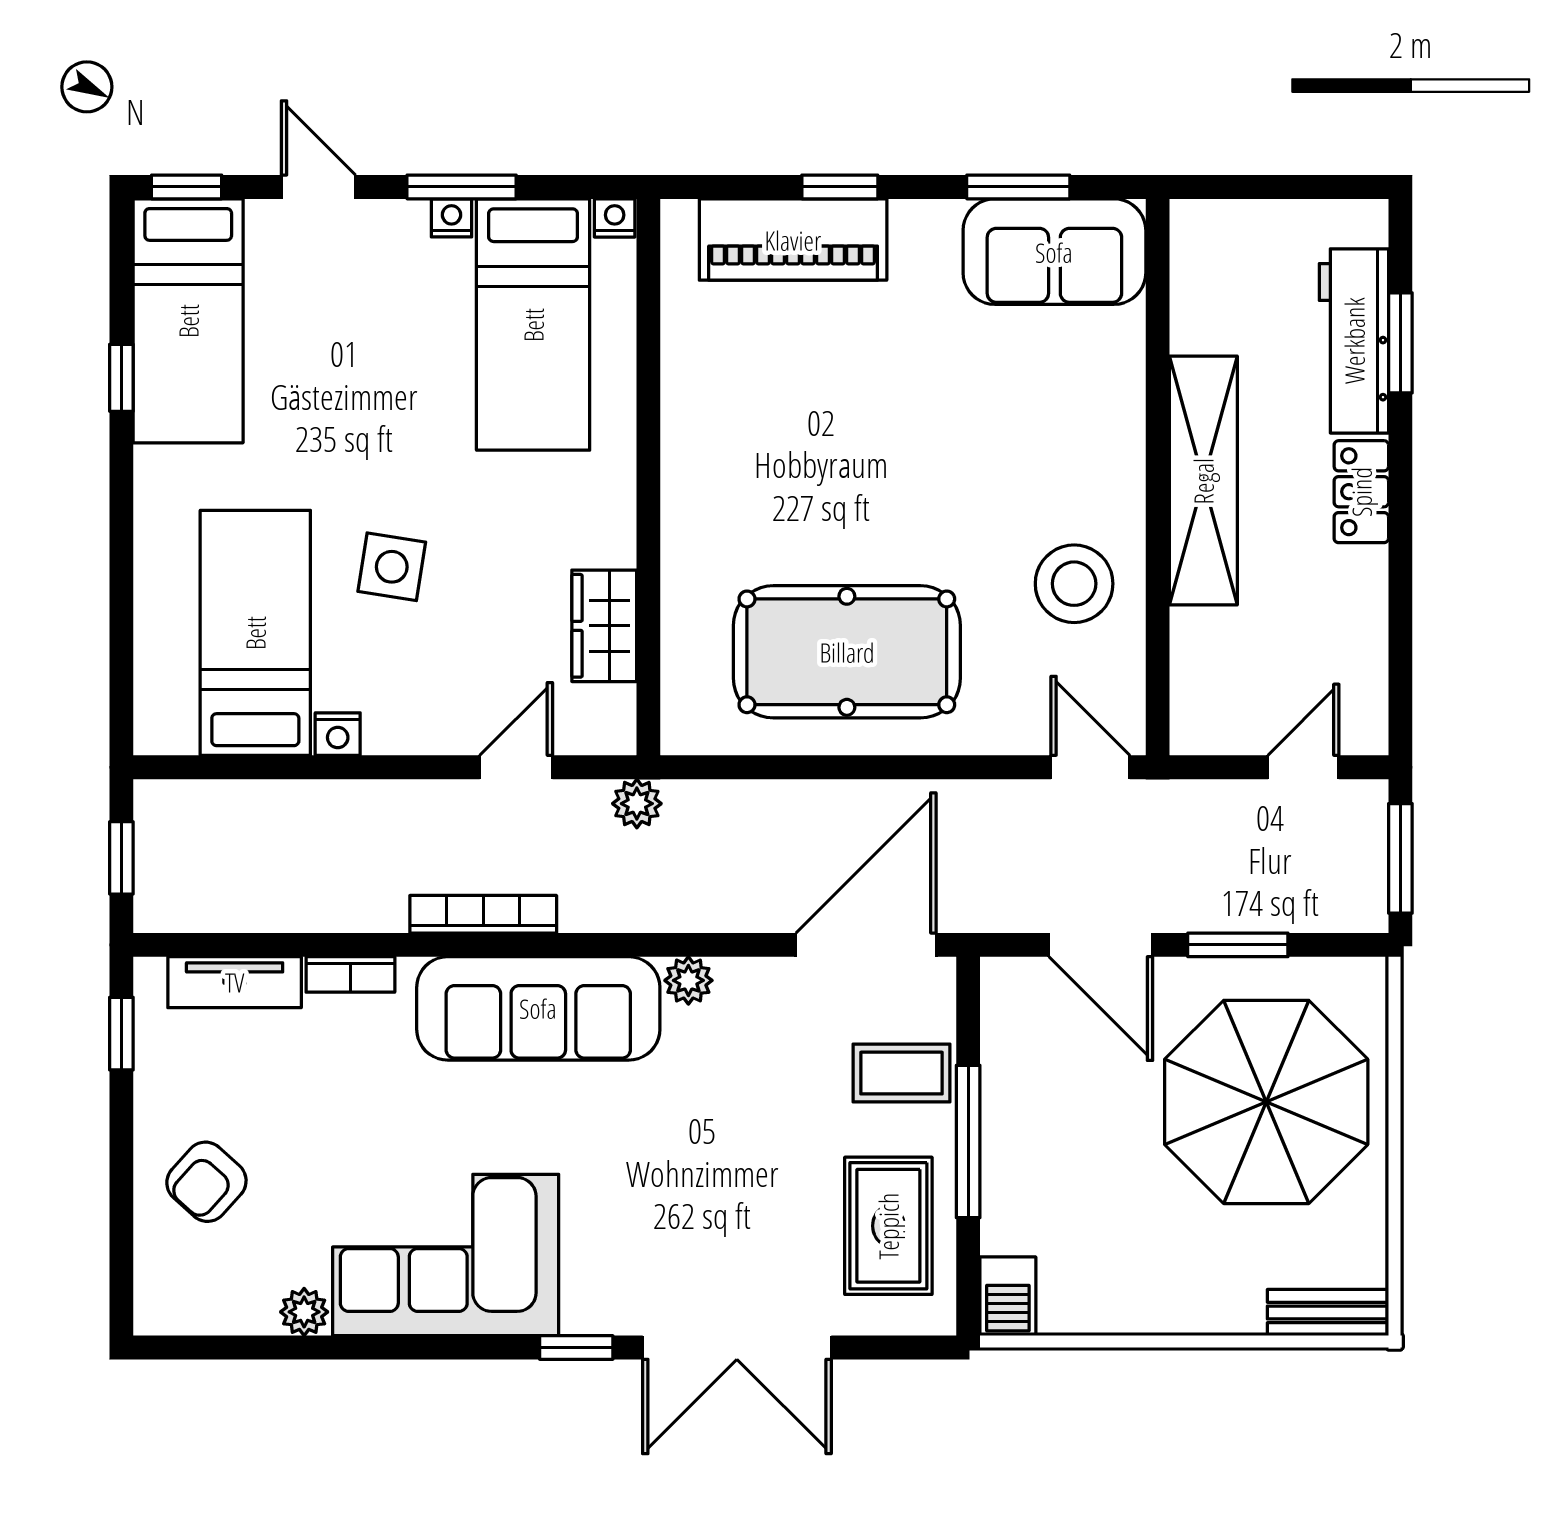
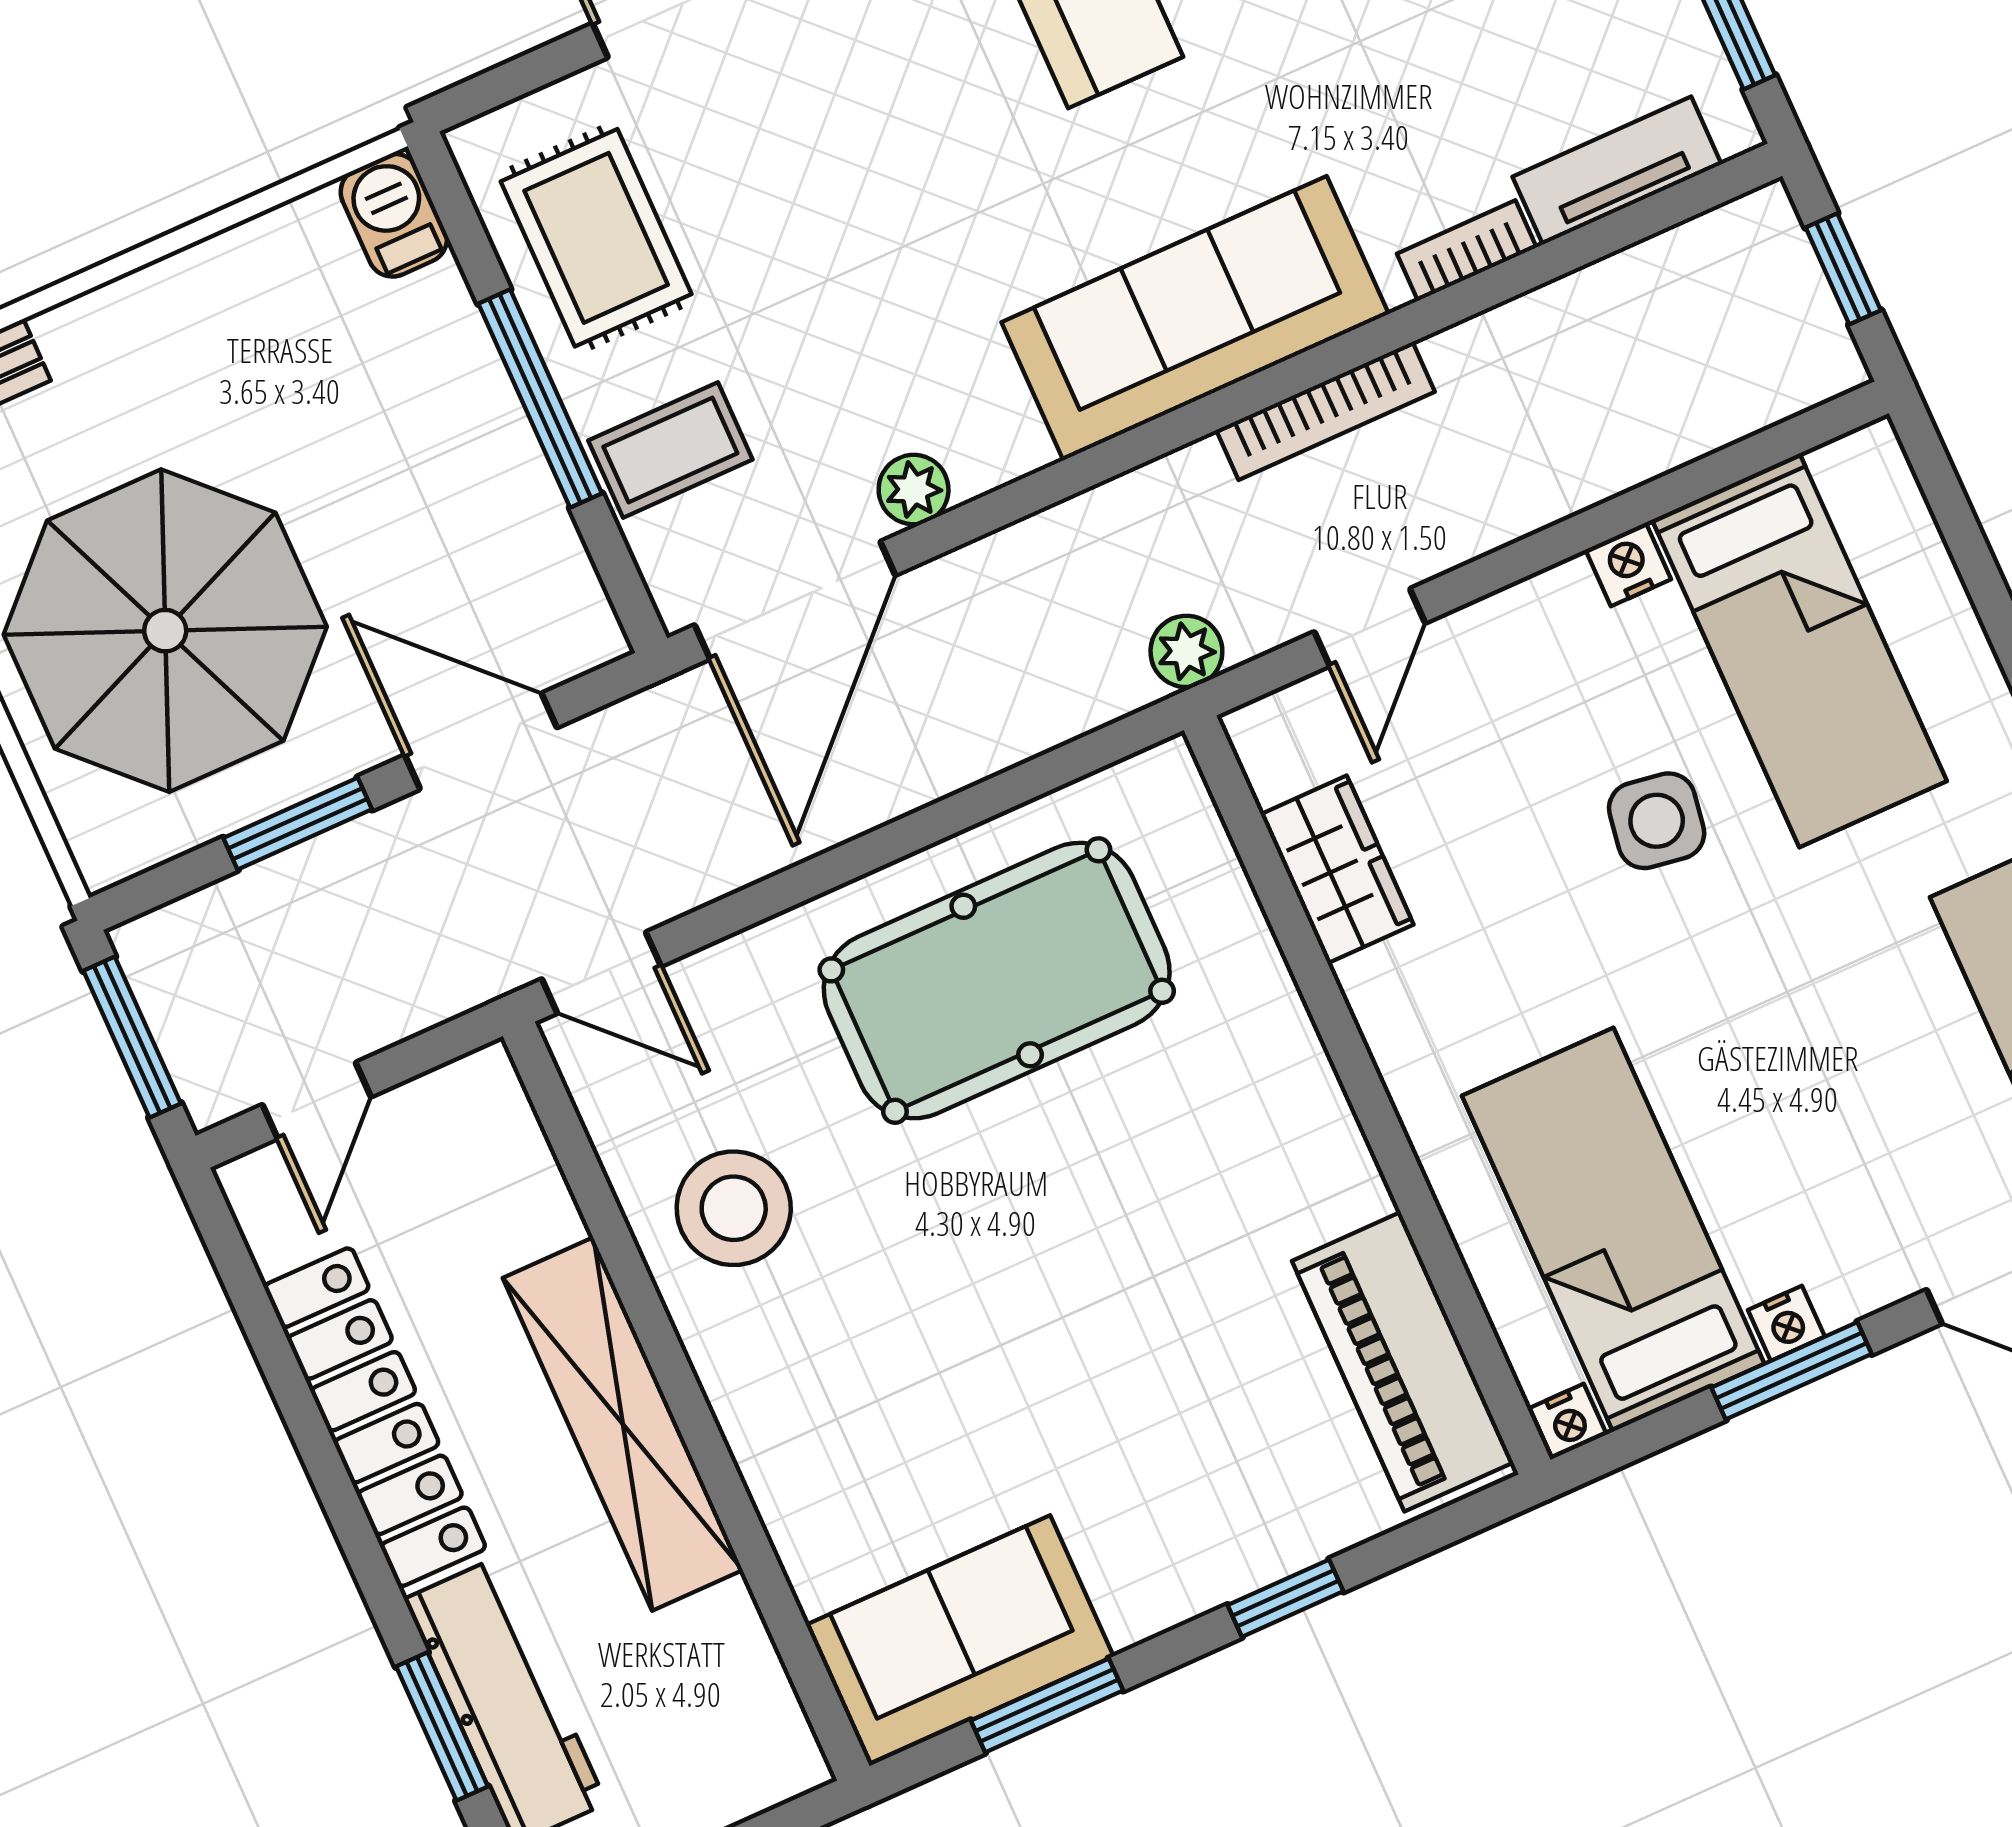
piano: (793, 240) -> (1403, 1362), moved, turned -90
locker: (1361, 492) -> (375, 1417), width x2.16, depth x1.21
plant: (688, 980) -> (914, 490), moved

